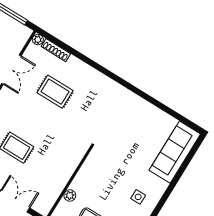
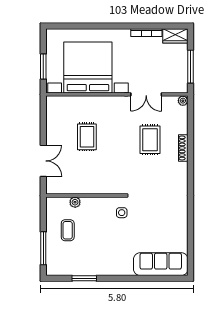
shoe rack: (56, 50) -> (183, 148), moved
side table: (138, 197) -> (122, 213), moved

